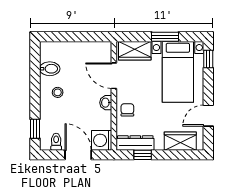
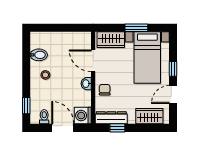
window: (208, 59) -> (173, 69), moved

